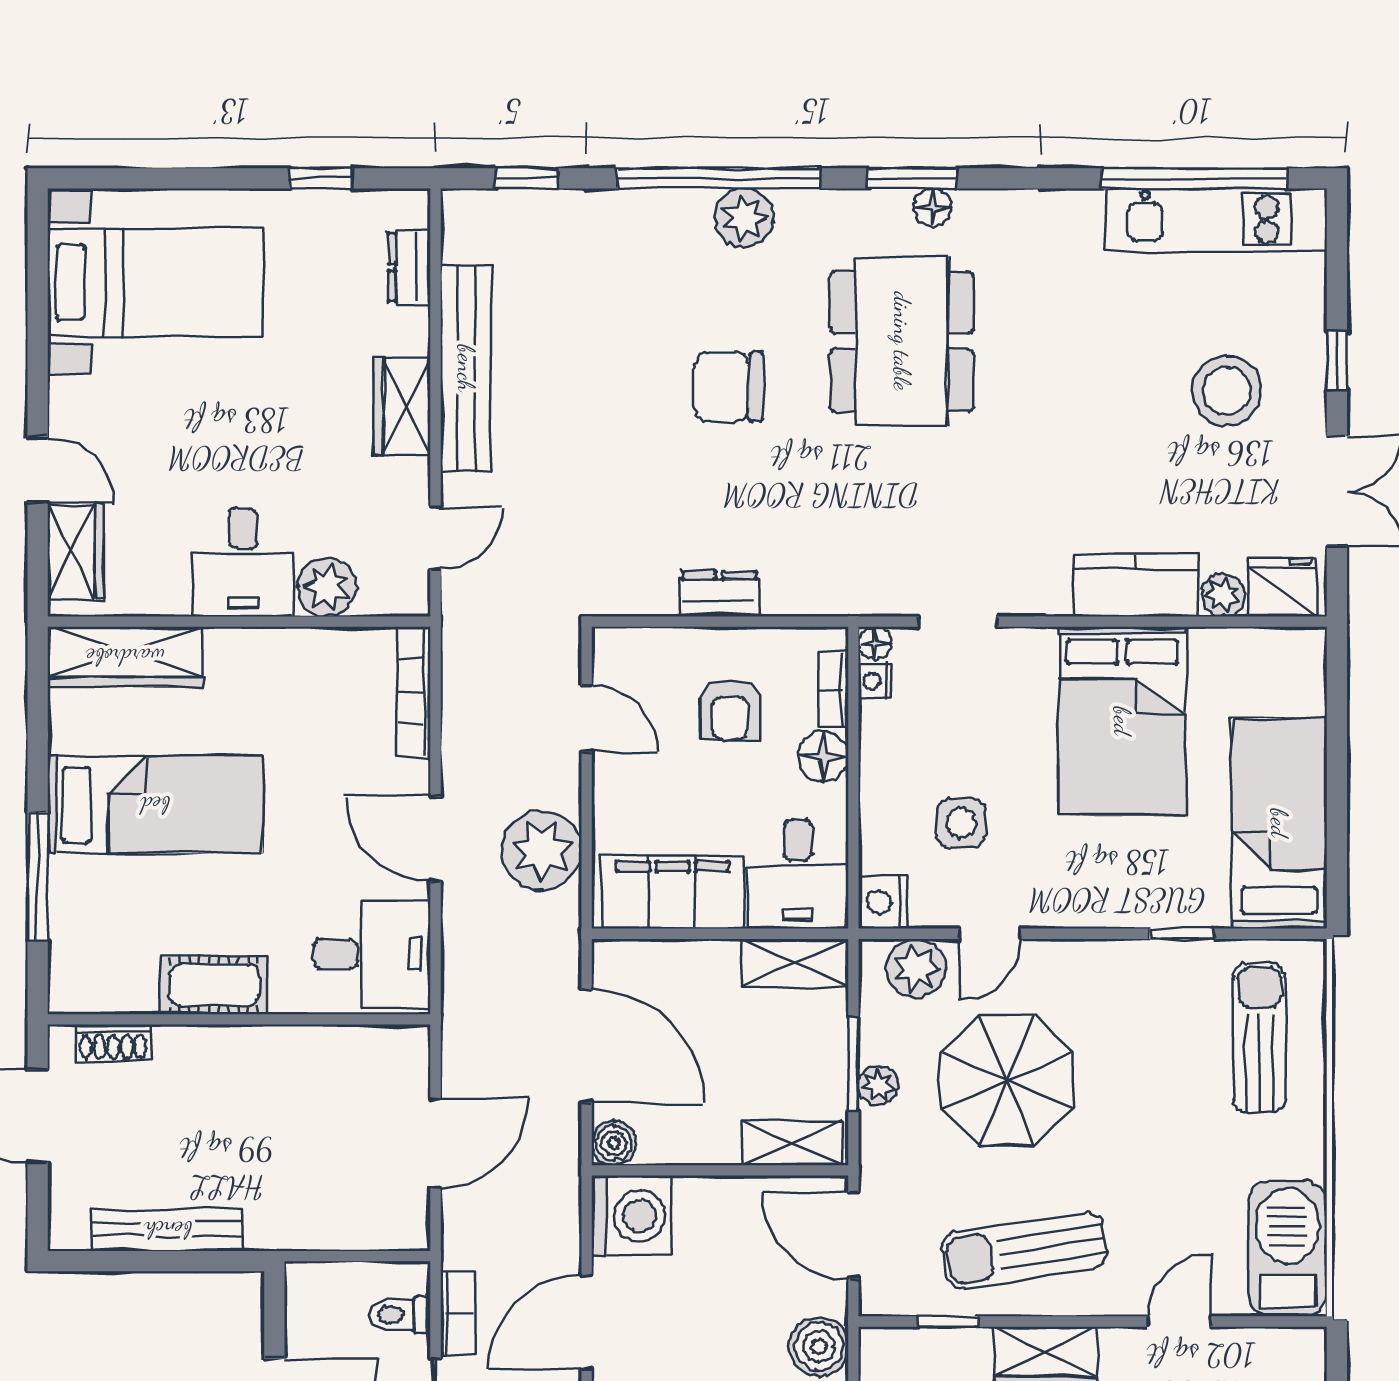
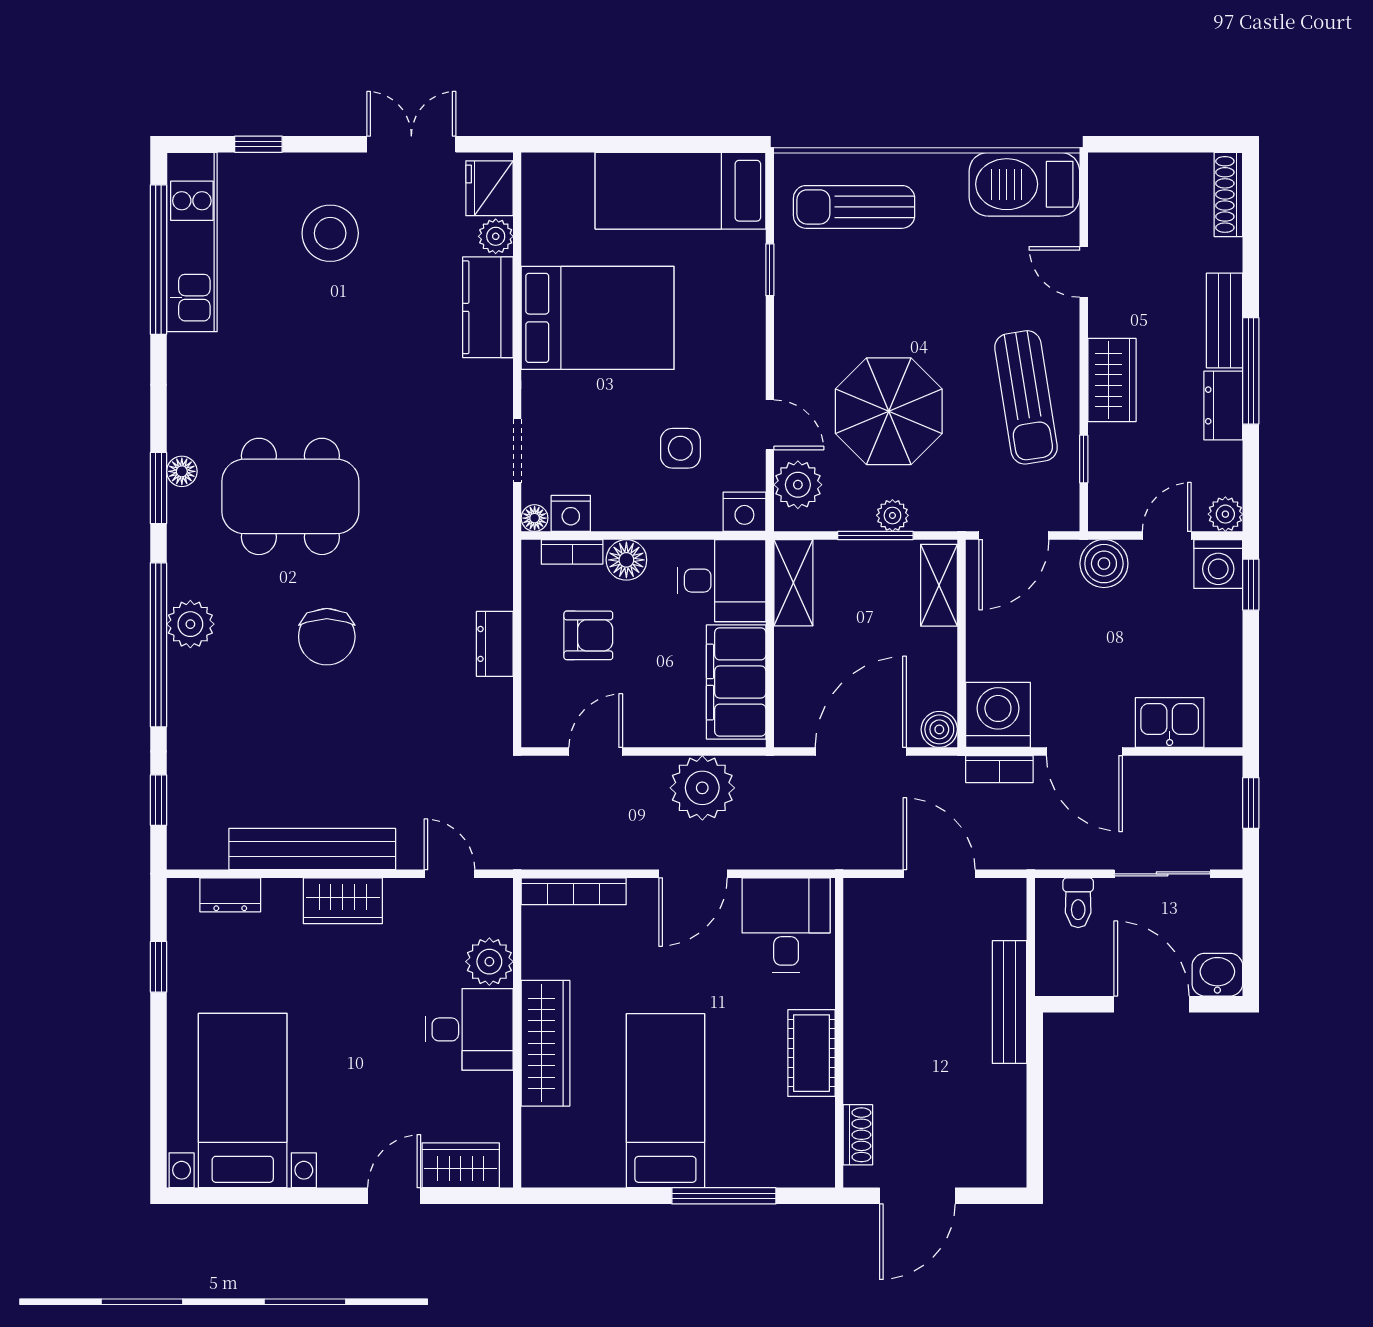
window: (1337, 361) -> (258, 144), moved
wardrobe: (125, 657) -> (546, 1043), moved
nightstand: (875, 681) -> (571, 513), width x1.39, depth x1.35
bench: (168, 1230) -> (1009, 1002), moved
bookcase: (457, 1313) -> (999, 769), moved, turned 180

